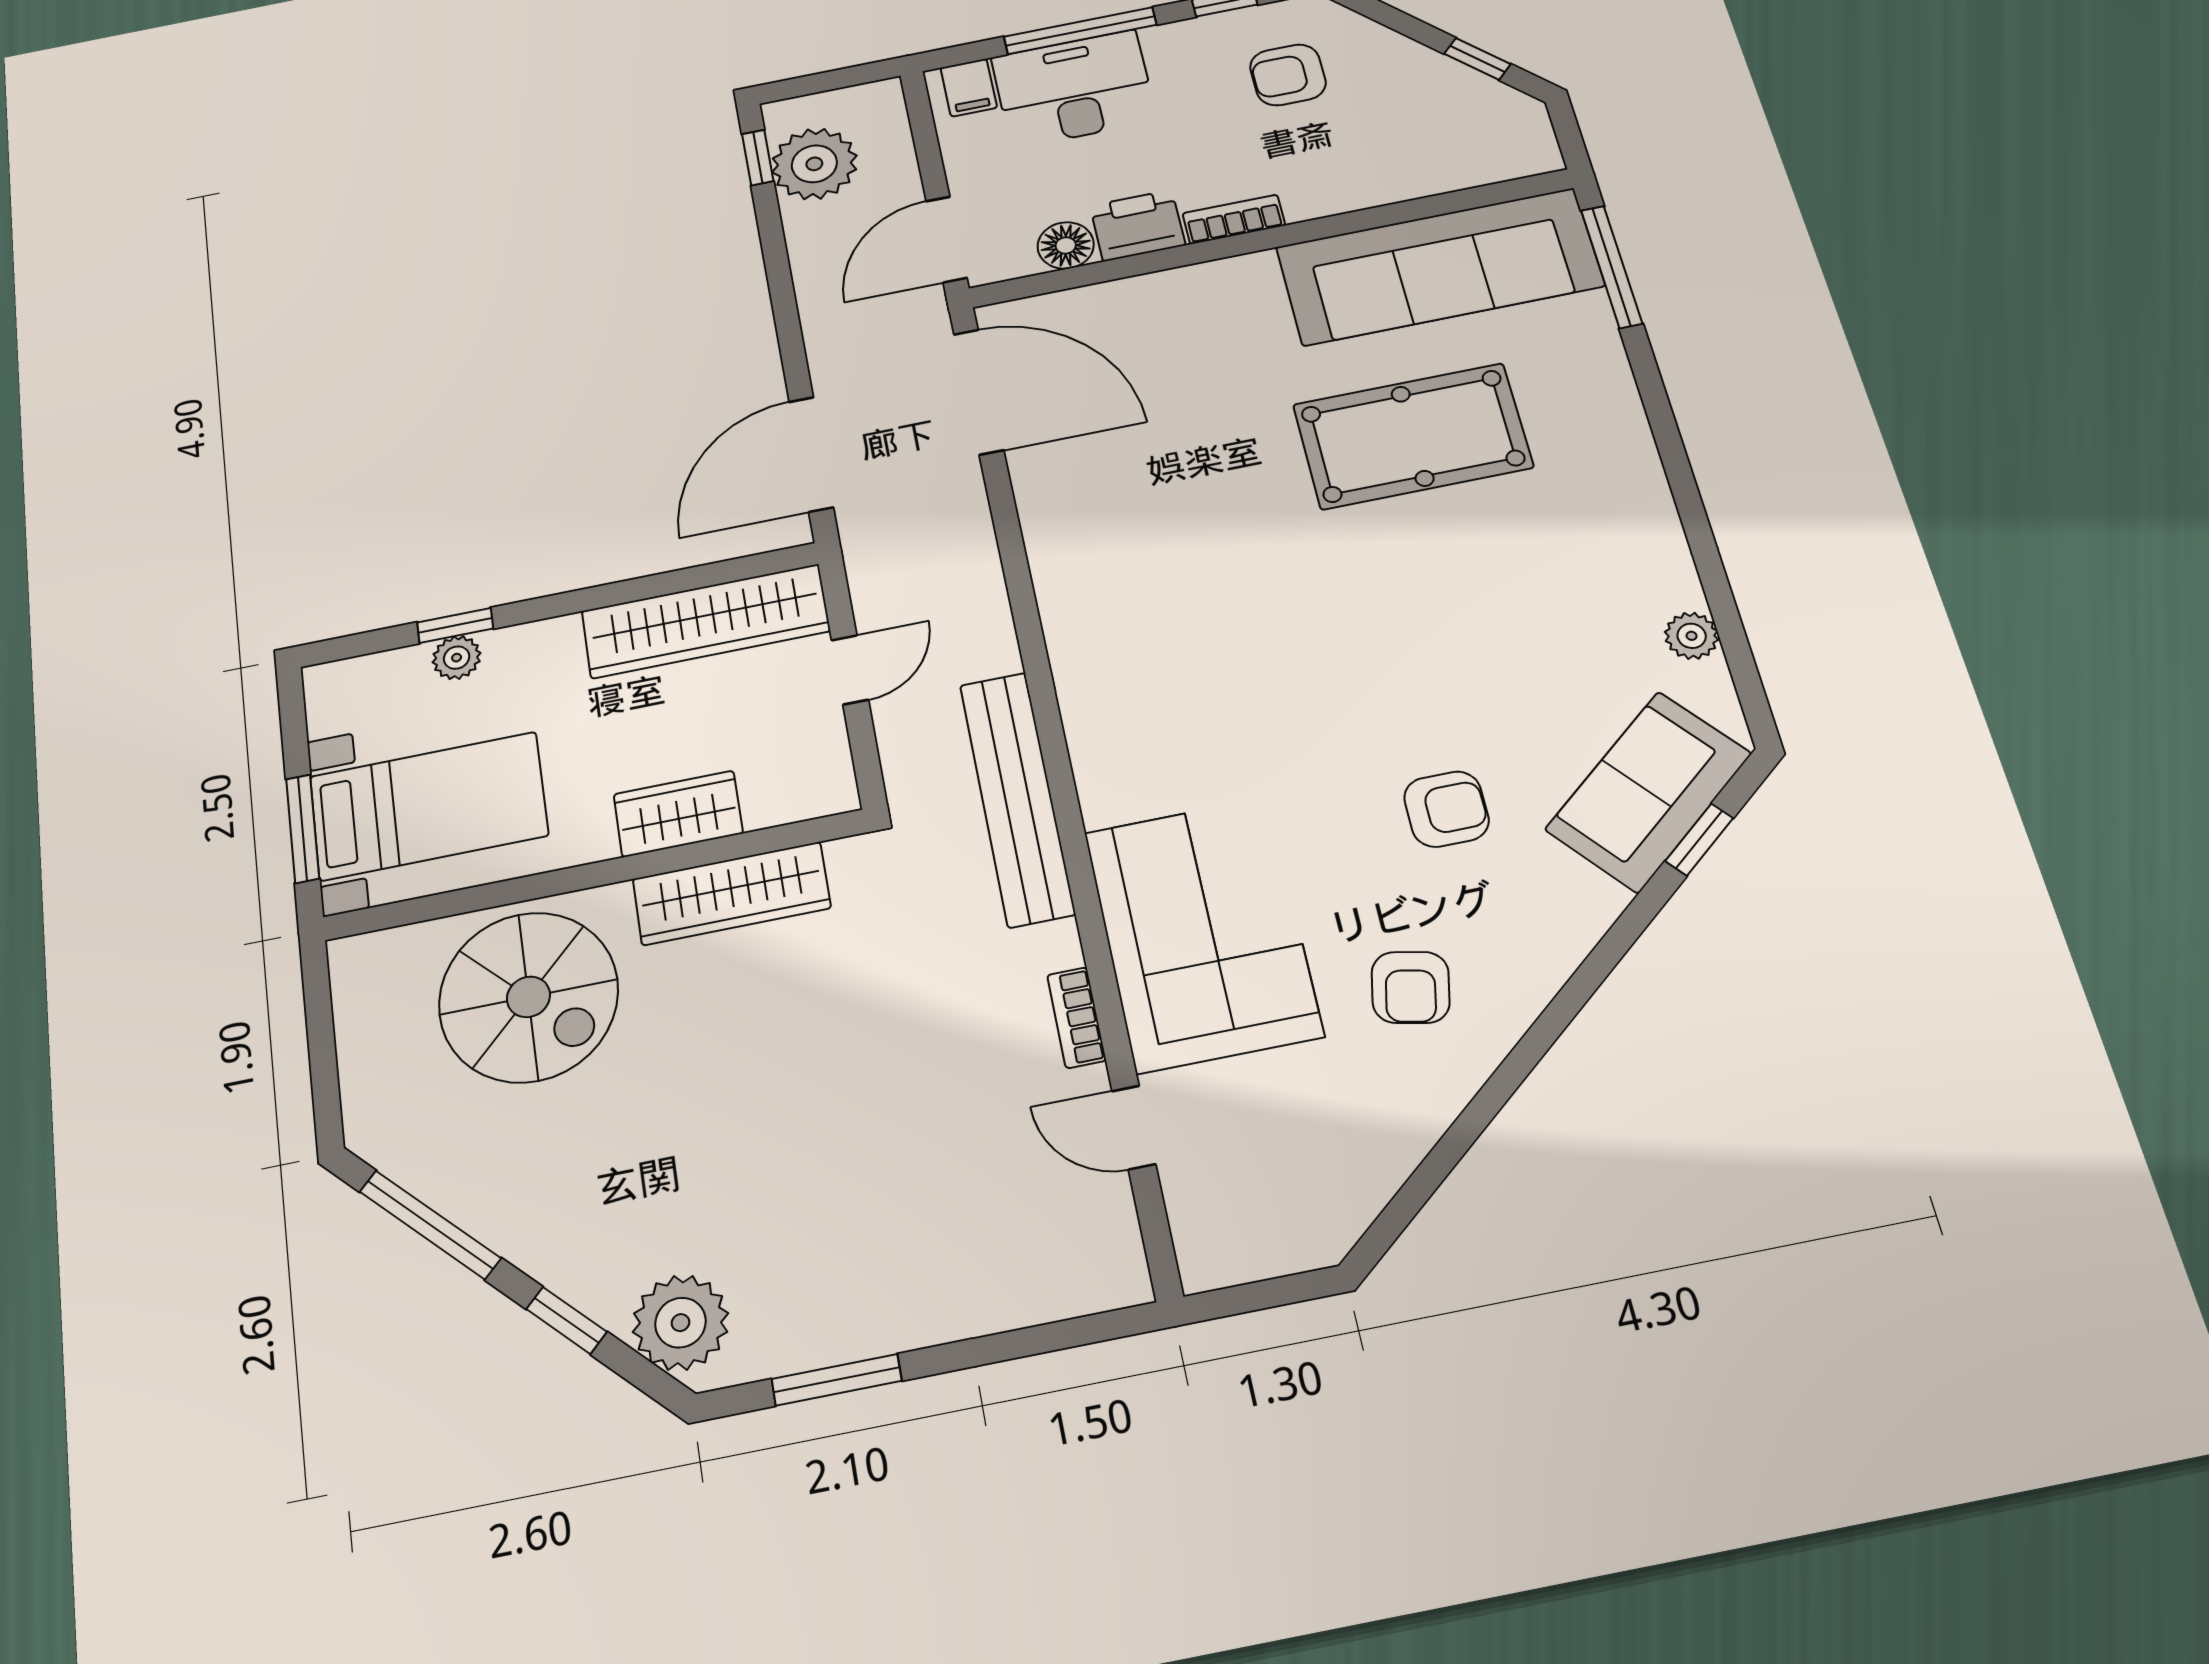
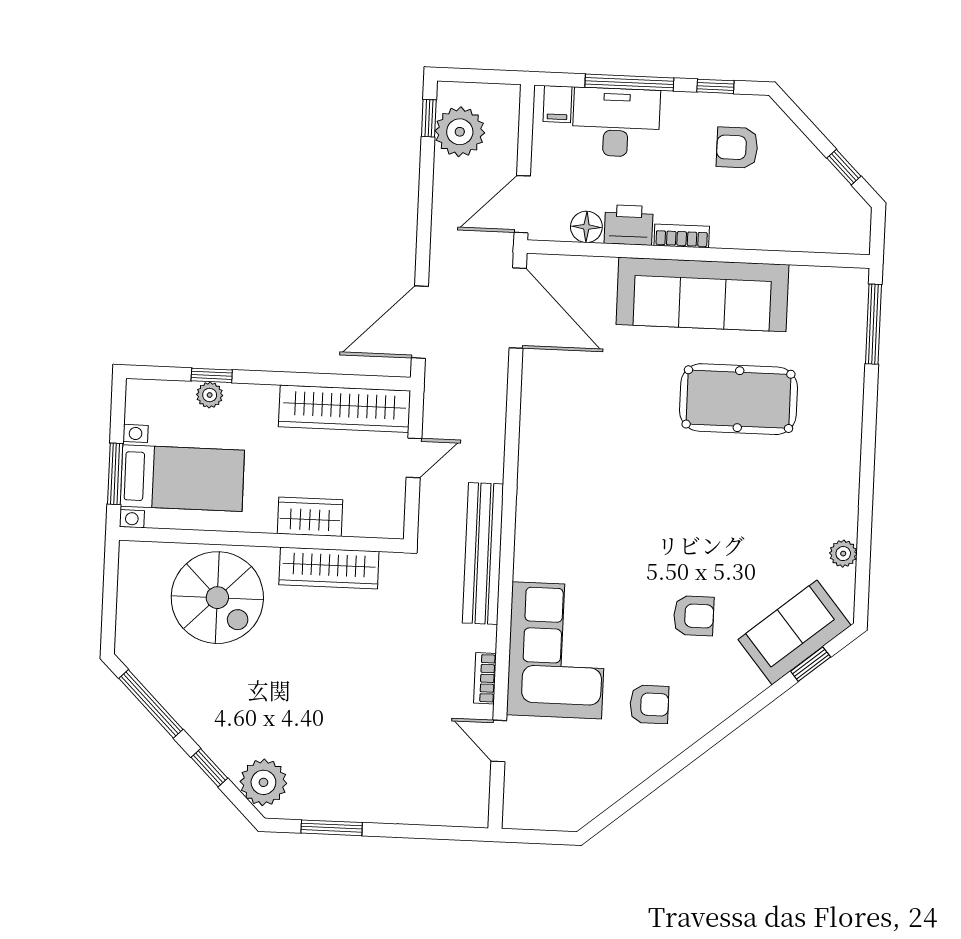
sofa: (1439, 266) -> (702, 295), moved
armchair: (1411, 987) -> (649, 704), turned -102

